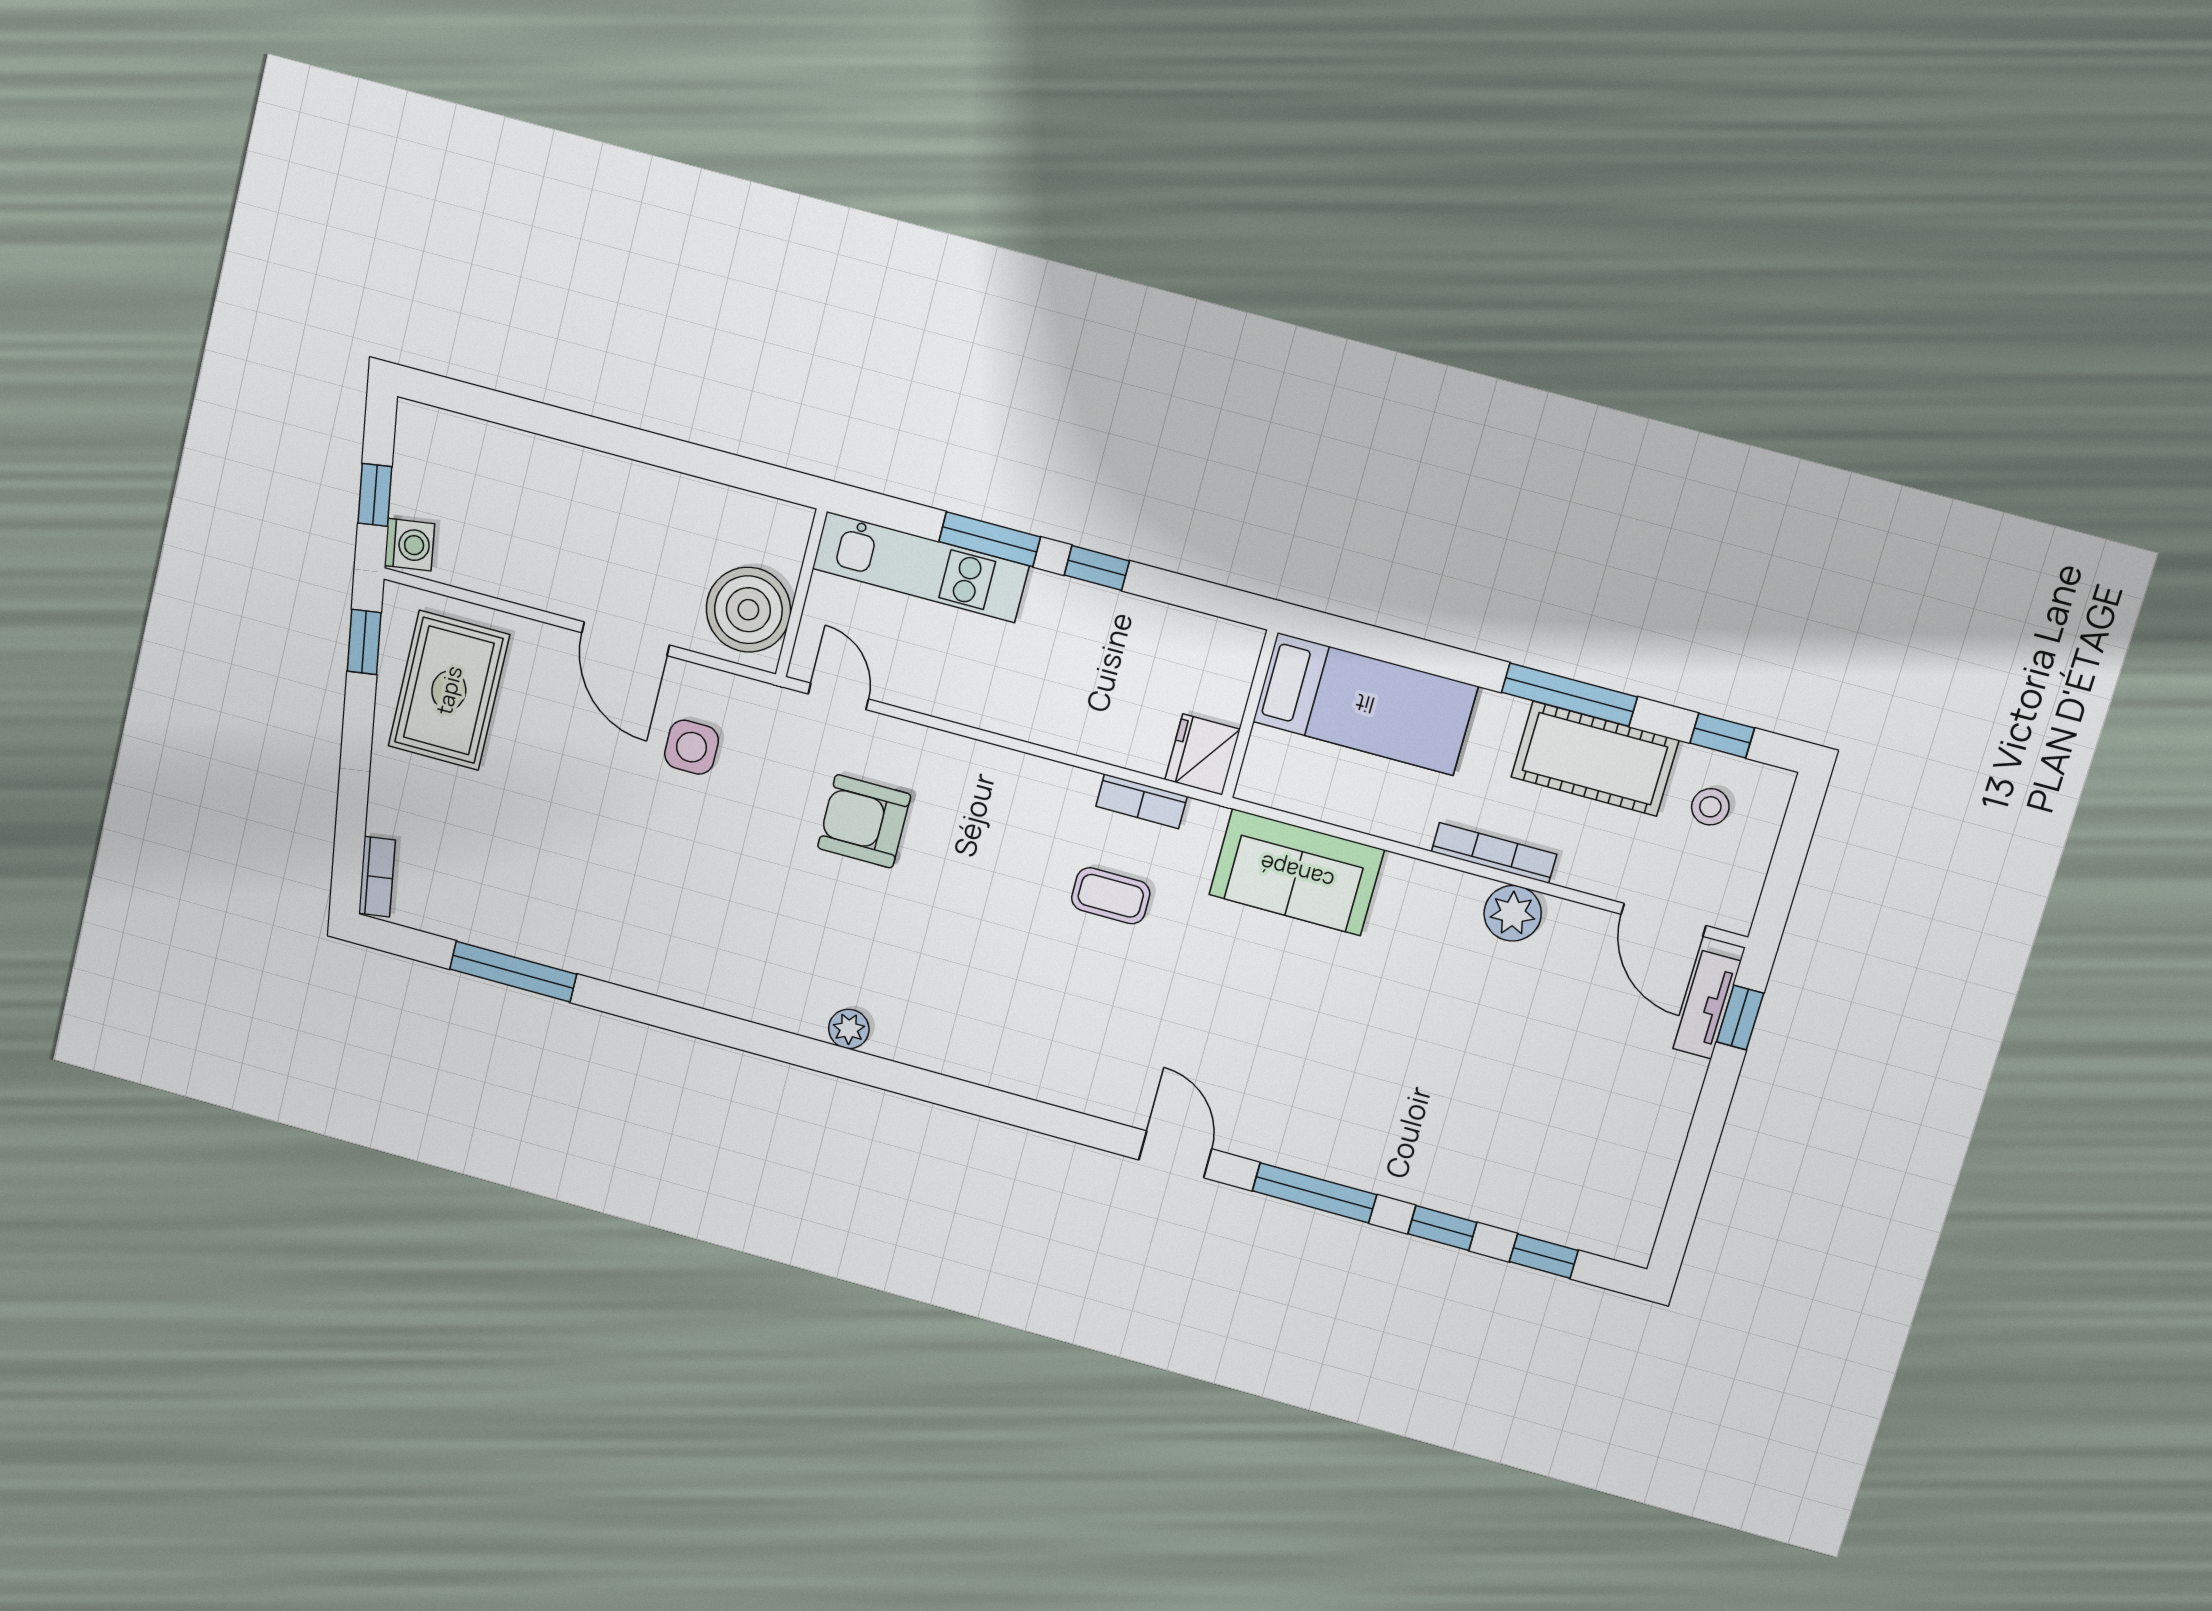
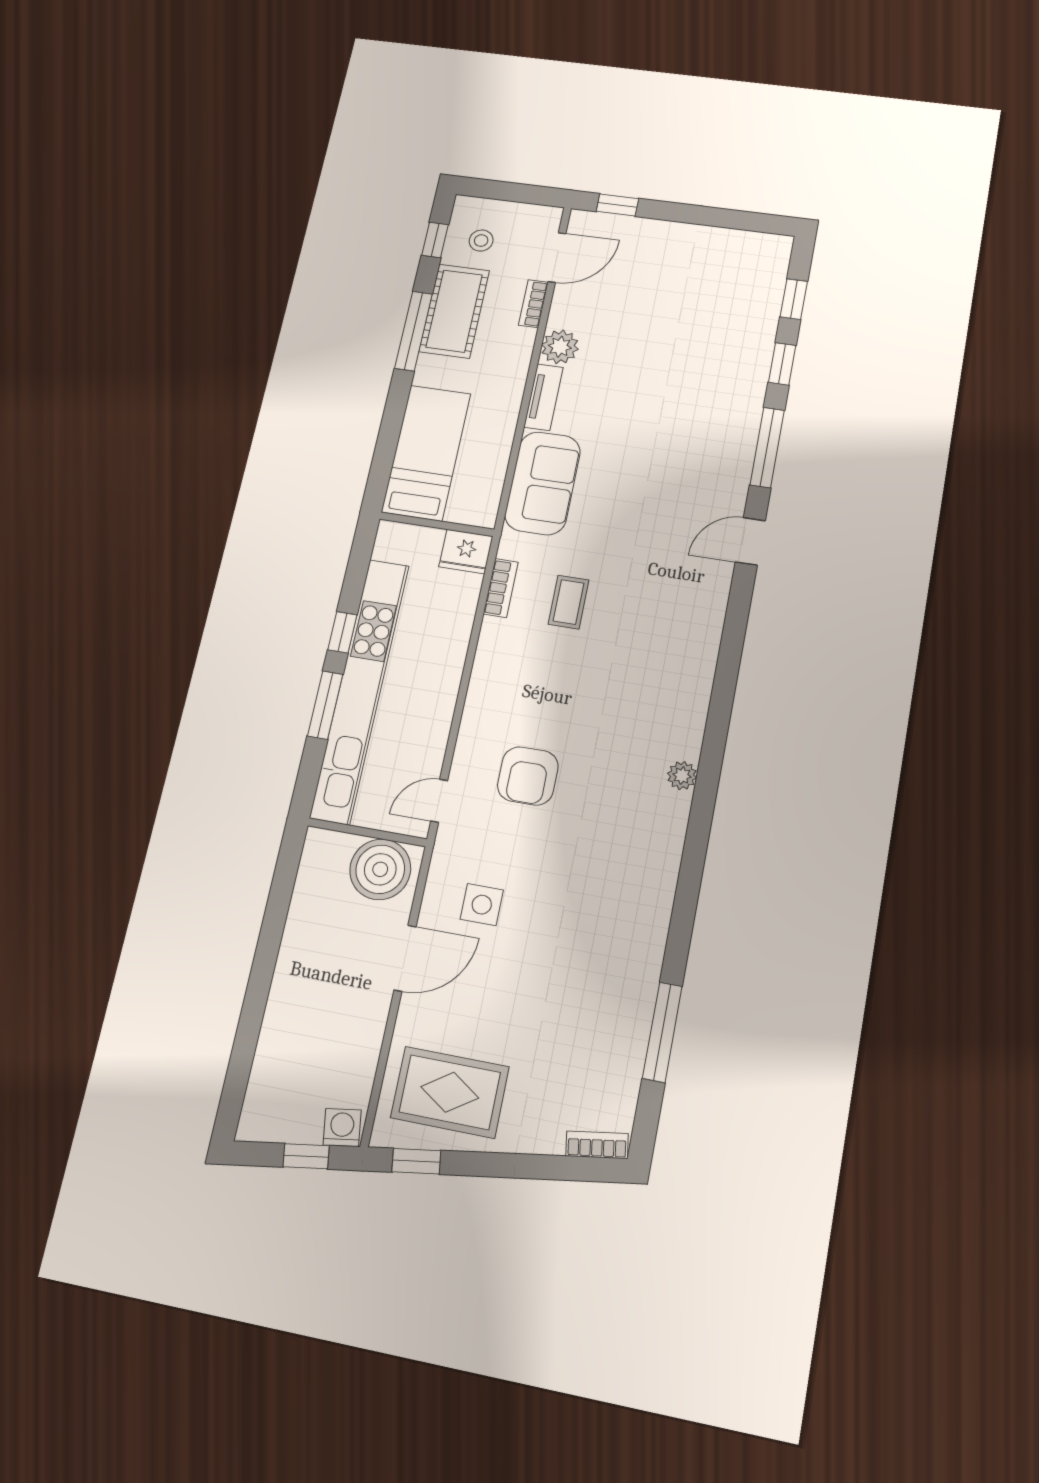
kitchen unit: (921, 567) -> (360, 690), width x1.86
bookcase: (1494, 853) -> (533, 304), moved, width x0.64
tv unit: (1707, 1005) -> (543, 397), moved, turned -90

